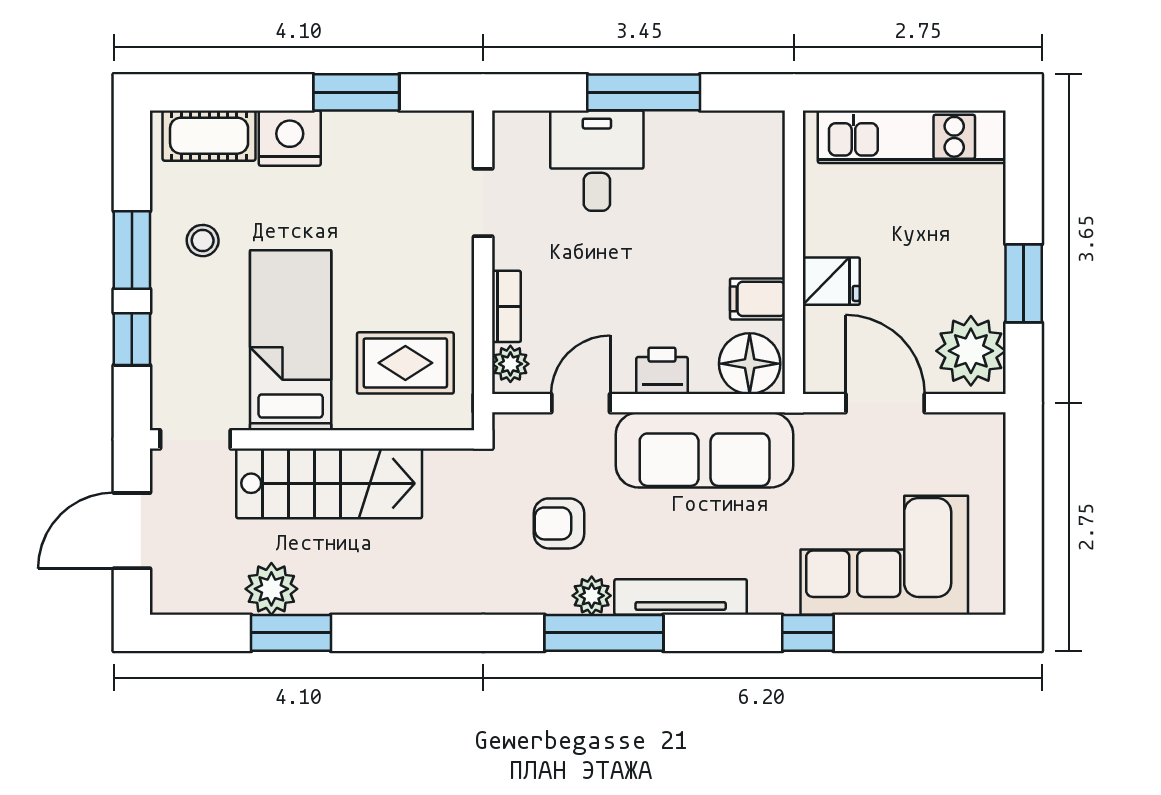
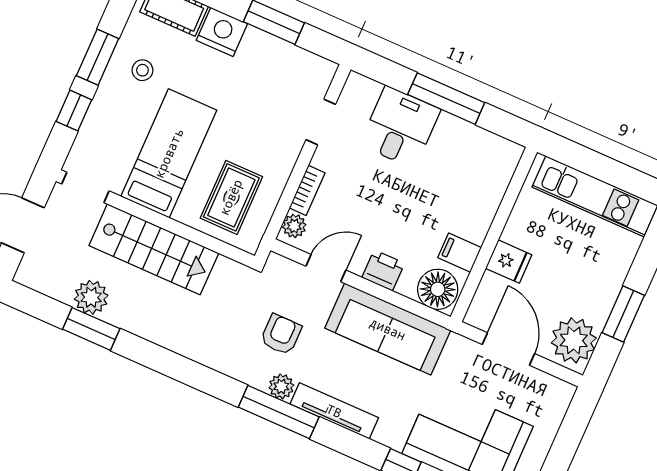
rug: (405, 363) -> (231, 197), turned 90
armchair: (559, 523) -> (281, 334), turned 90

